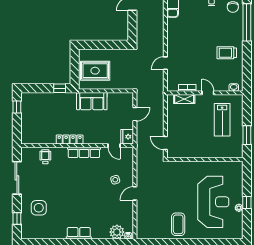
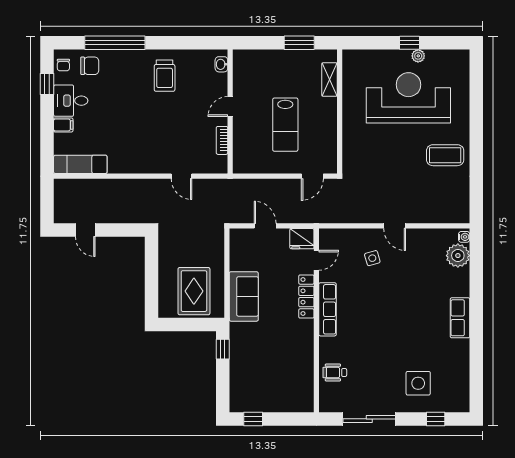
shelving: (184, 99) -> (329, 79), moved
lab bench: (222, 120) -> (285, 125), moved, turned 90
locker: (70, 139) -> (306, 297), moved

